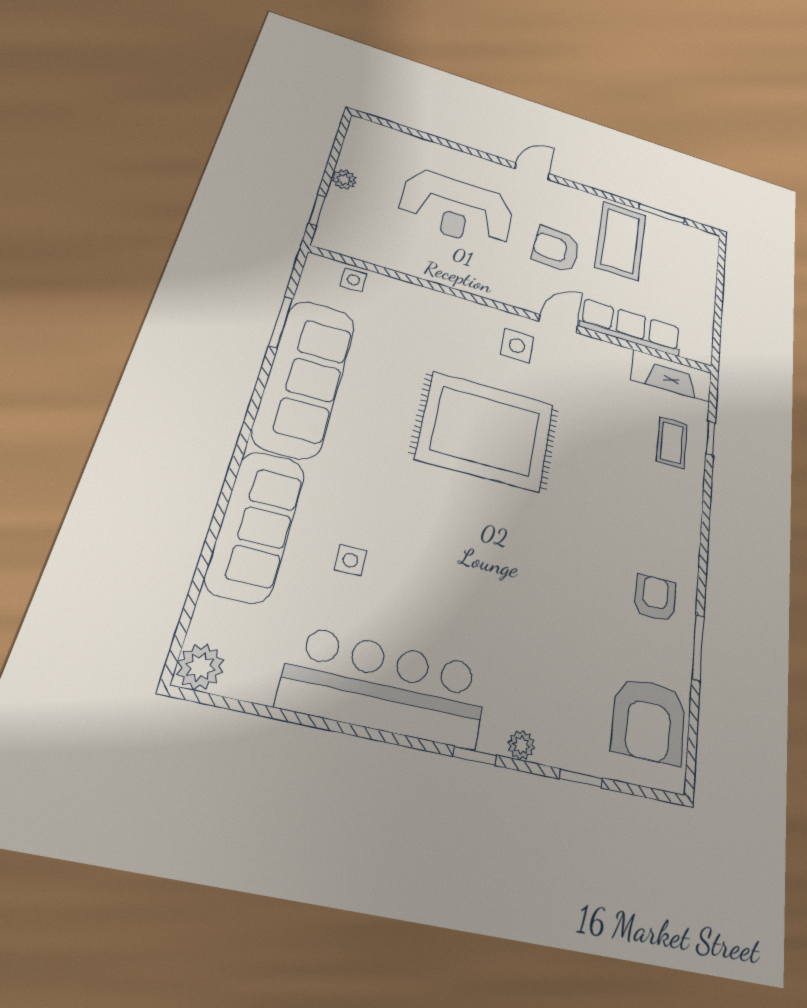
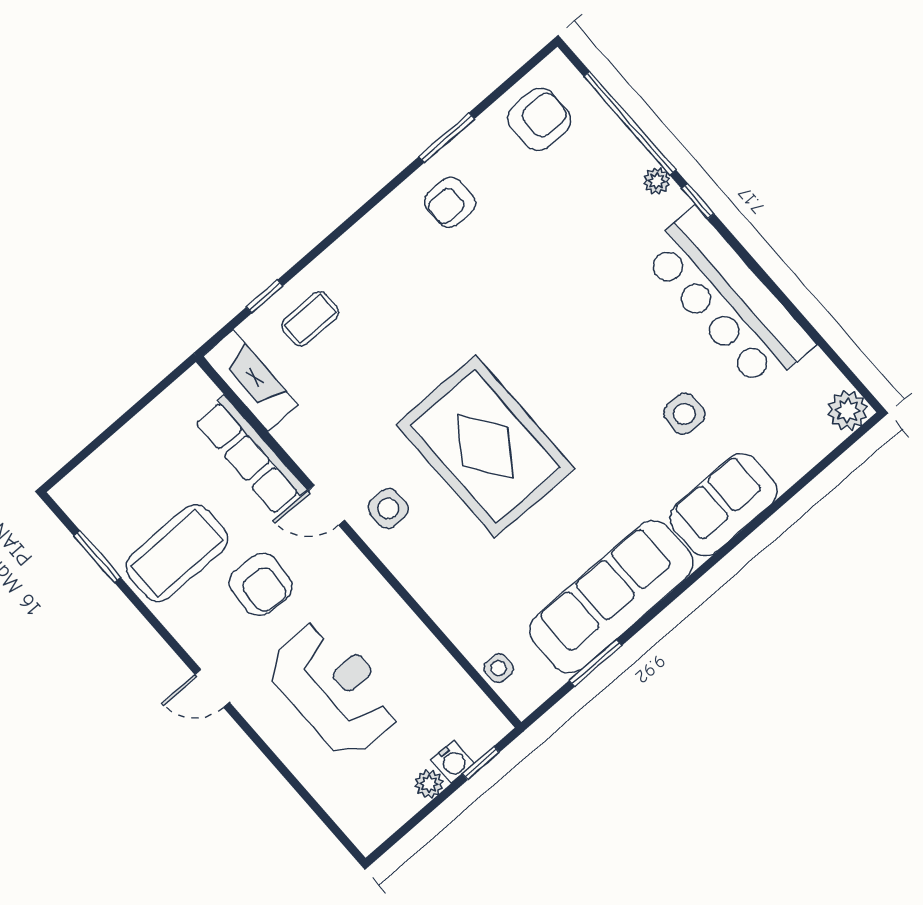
water cooler: (338, 201) -> (453, 761), added
sofa: (256, 526) -> (723, 505), width x0.73
side table: (350, 560) -> (684, 414), width x1.37, depth x1.37
armchair: (649, 720) -> (539, 119), width x0.73, depth x0.73
window: (581, 778) -> (630, 123), width x3.17

